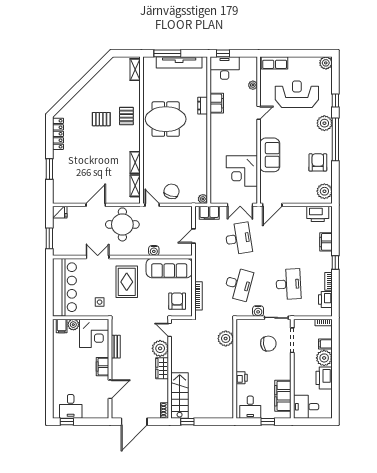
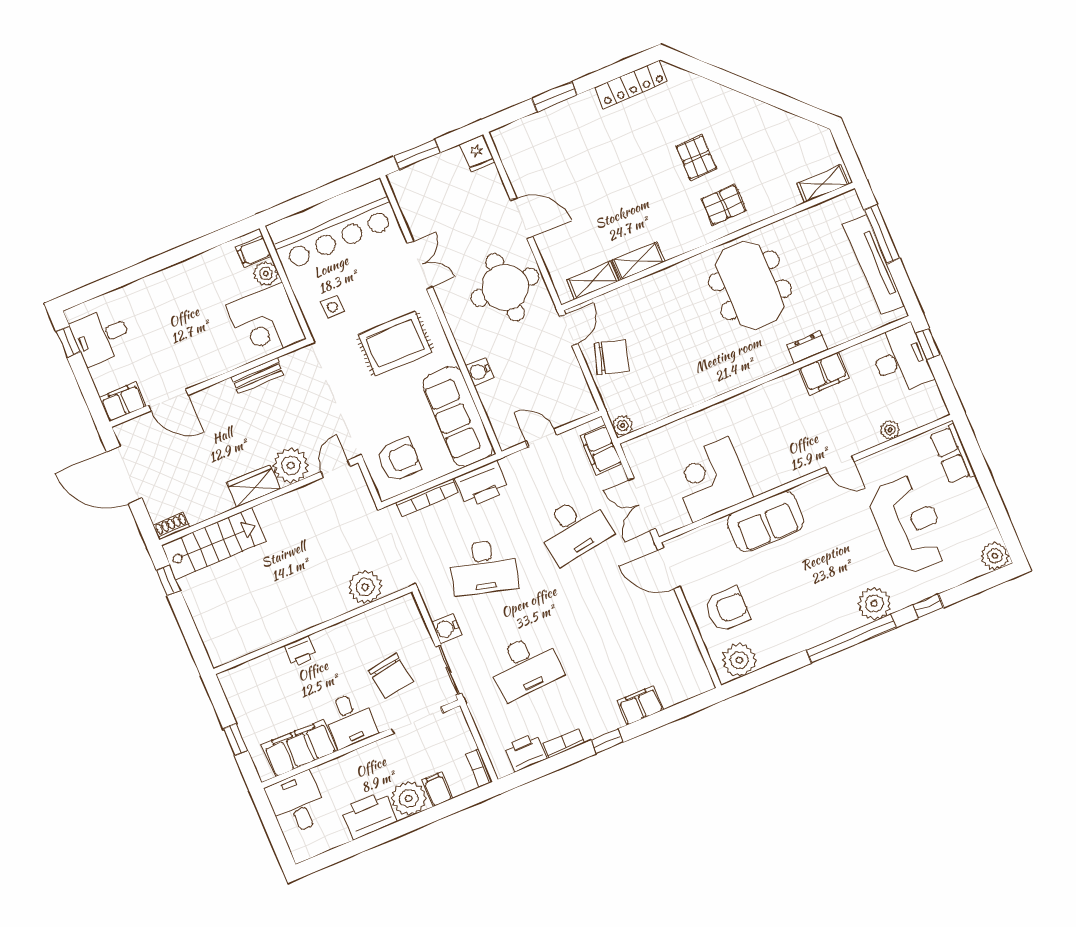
armchair: (318, 162) -> (727, 609), moved
printer: (318, 214) -> (482, 484), moved, turned -90
filing cabinet: (103, 367) -> (123, 402), moved
desk: (250, 407) -> (350, 720), moved, turned -90

